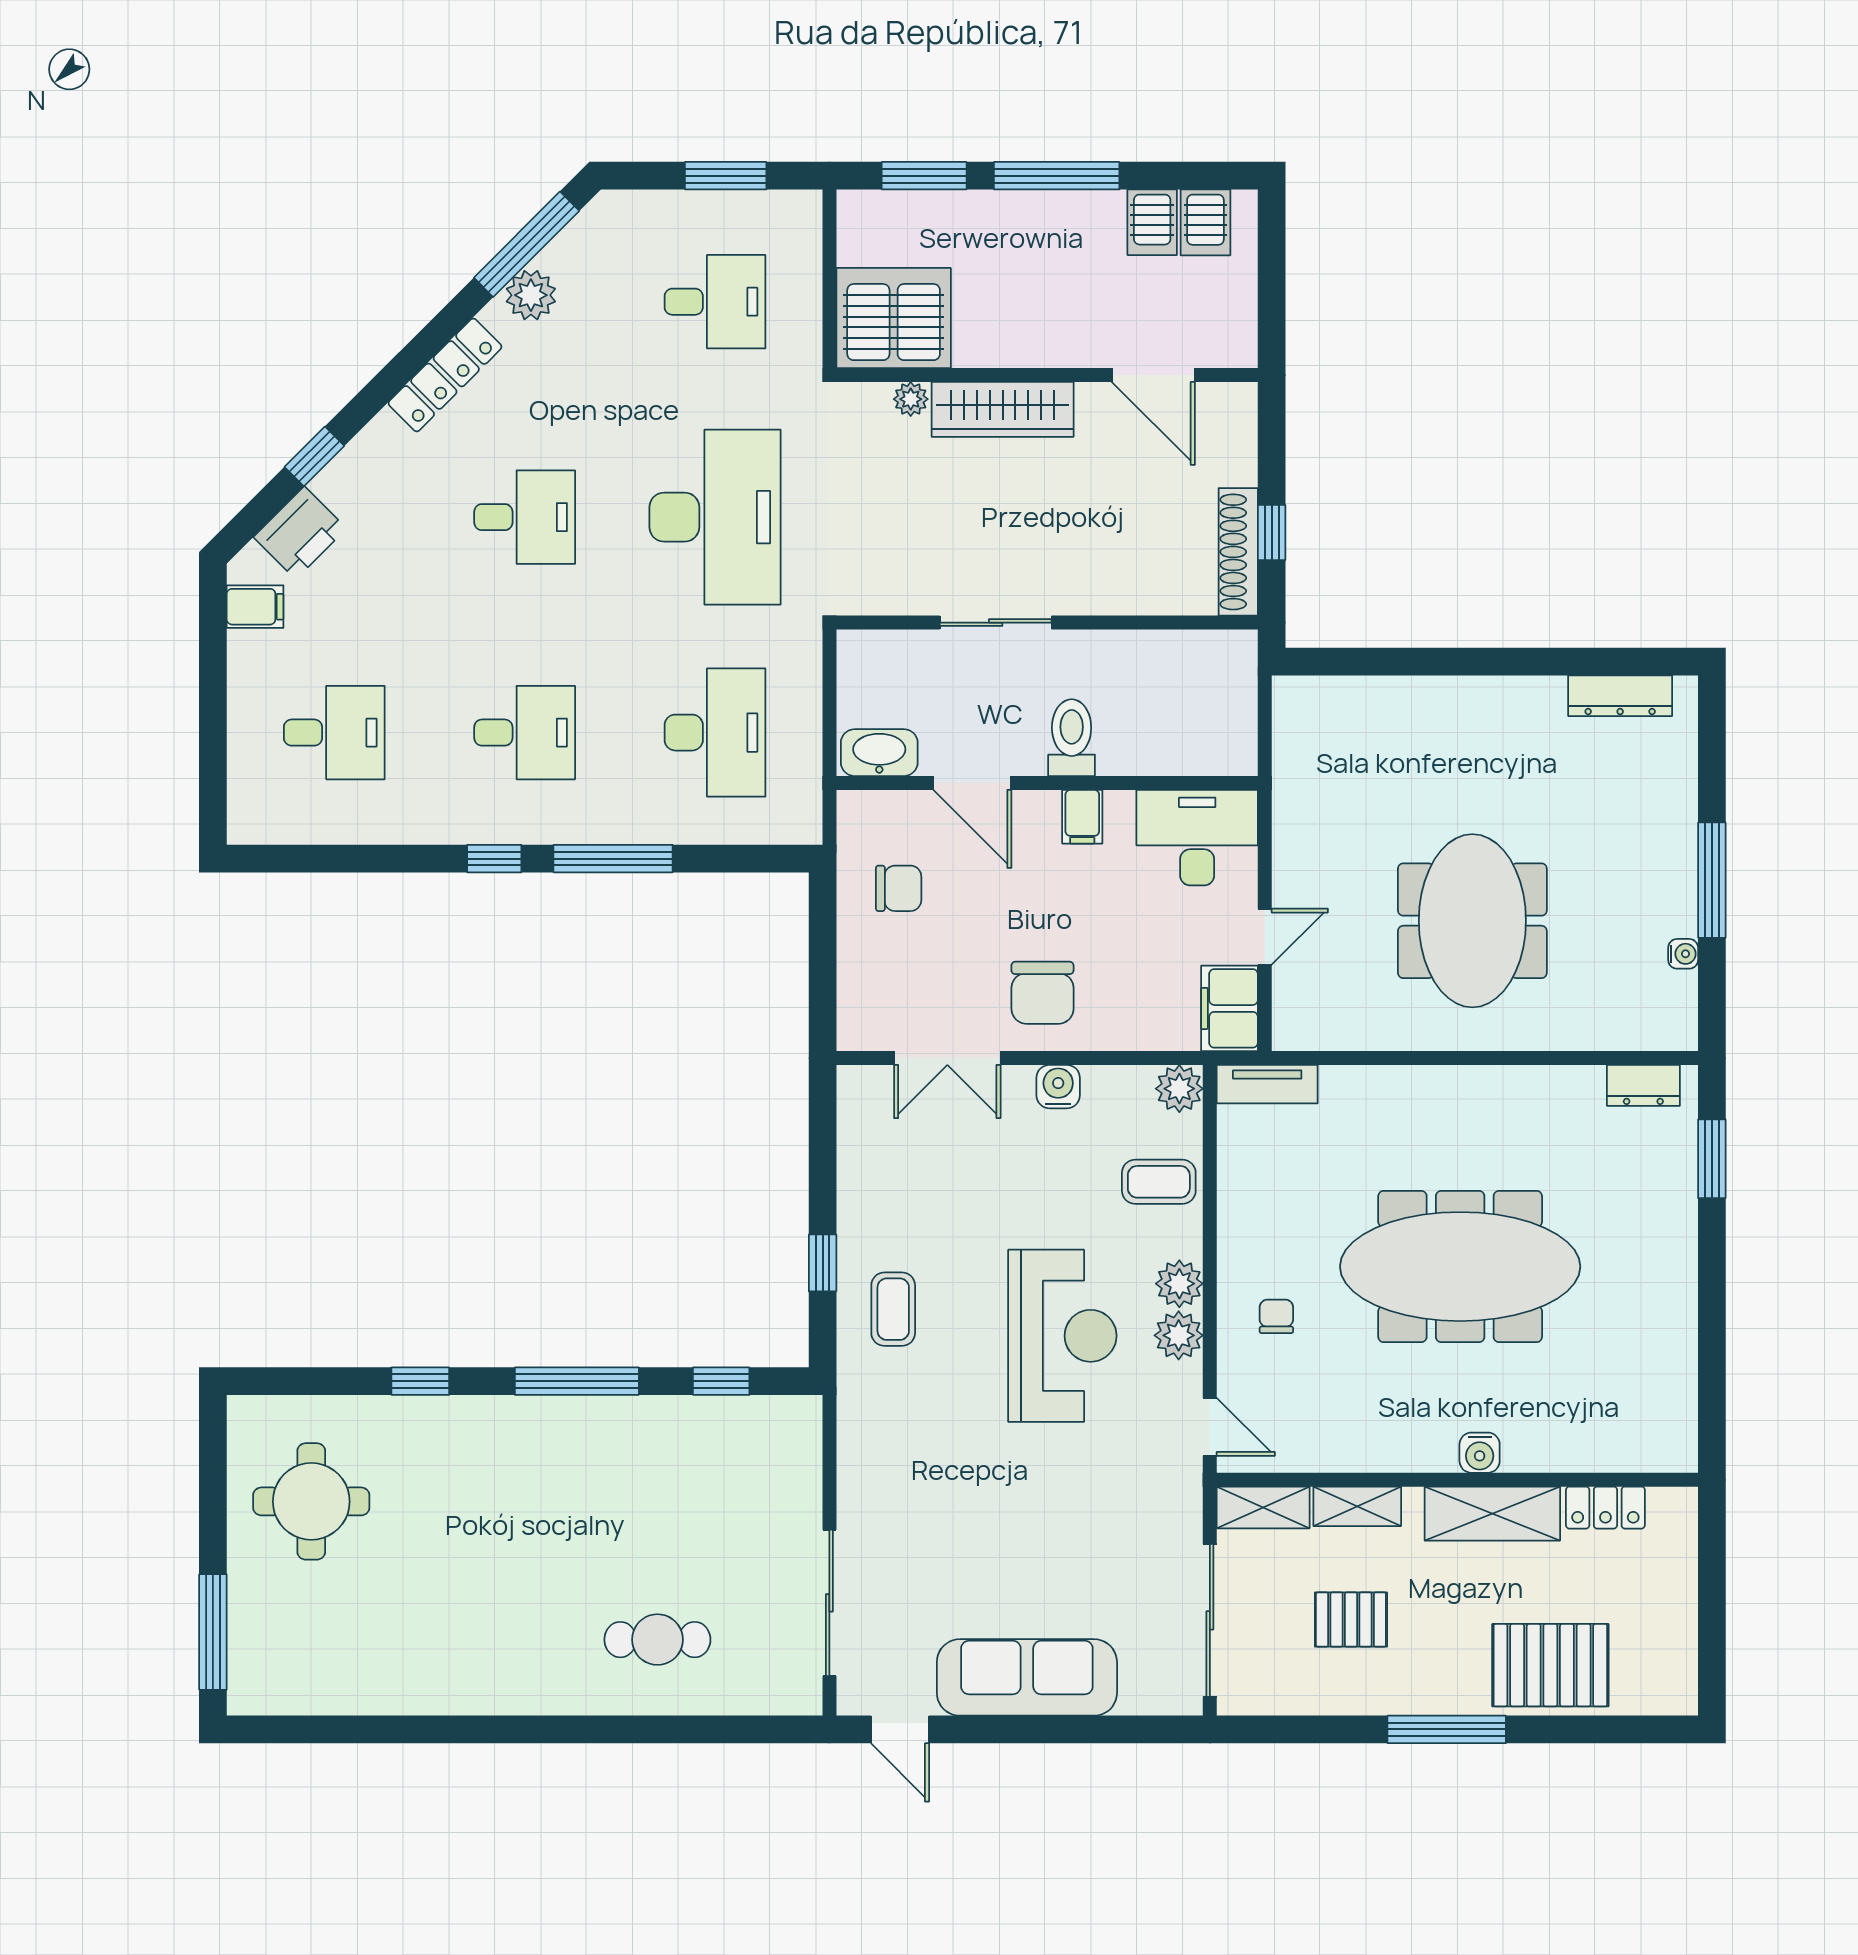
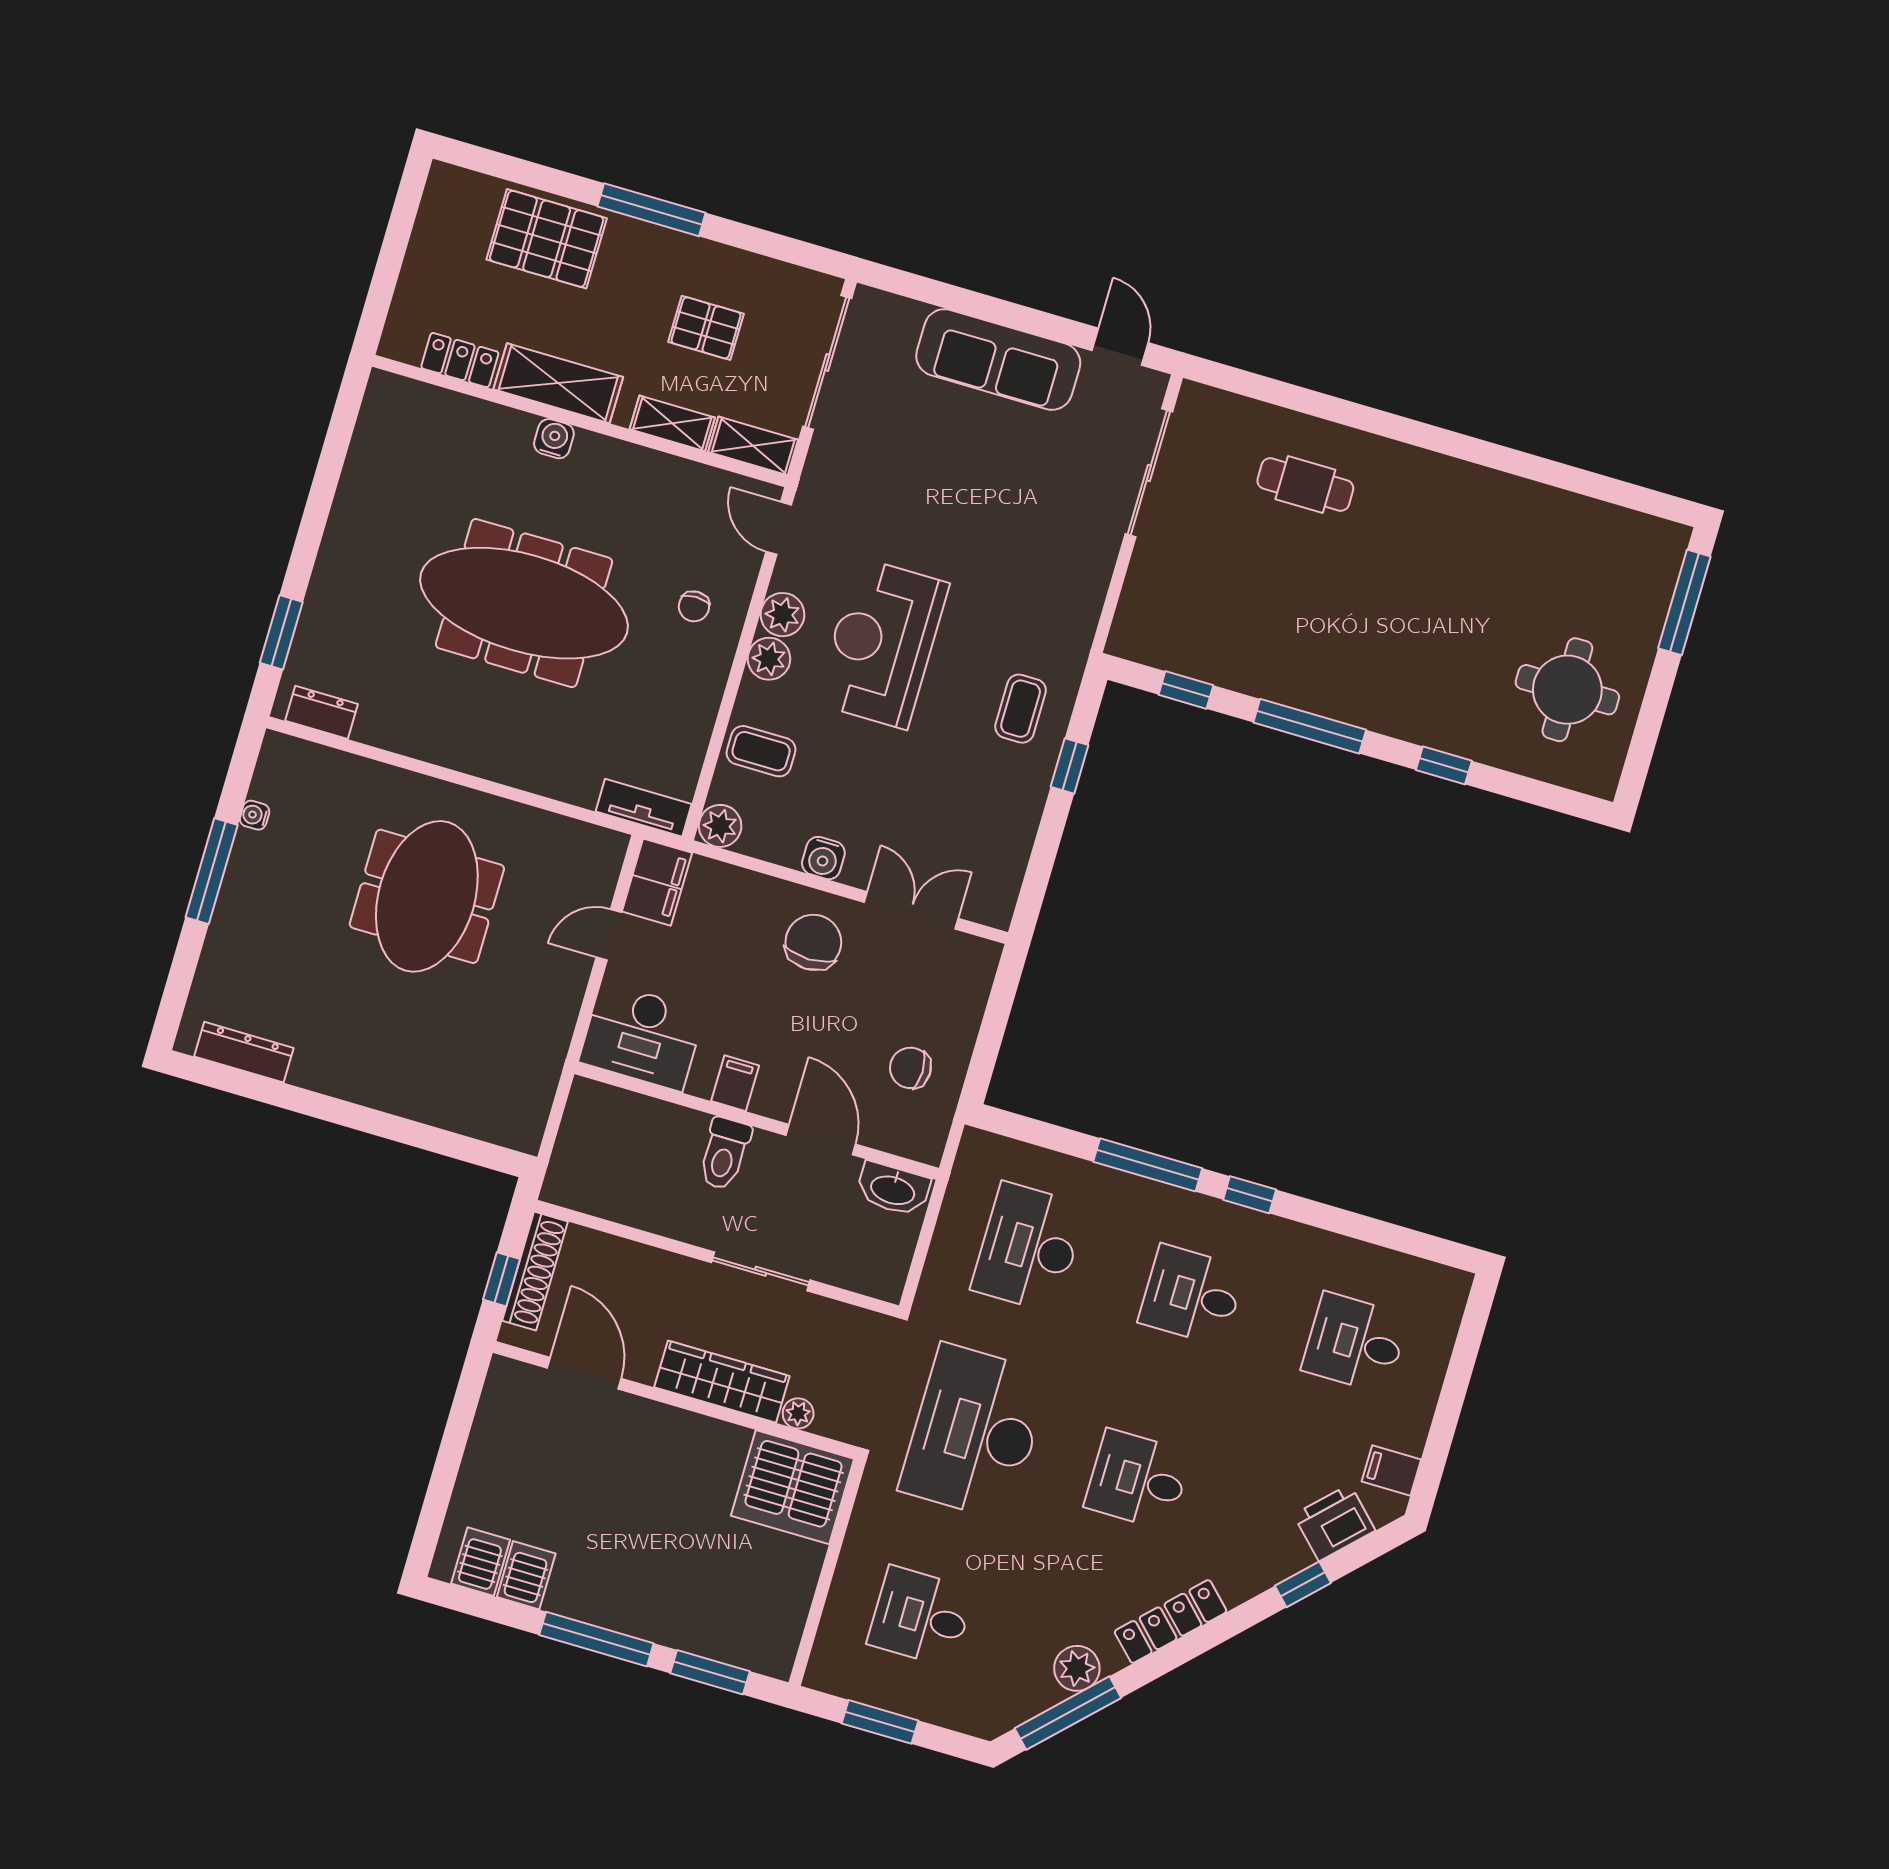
server rack: (894, 318) -> (793, 1487), moved
wall: (1047, 375) -> (675, 1400), moved
door: (1153, 375) -> (584, 1373), moved
plant: (911, 399) -> (798, 1413), moved
wardrobe: (1003, 409) -> (722, 1382), moved

